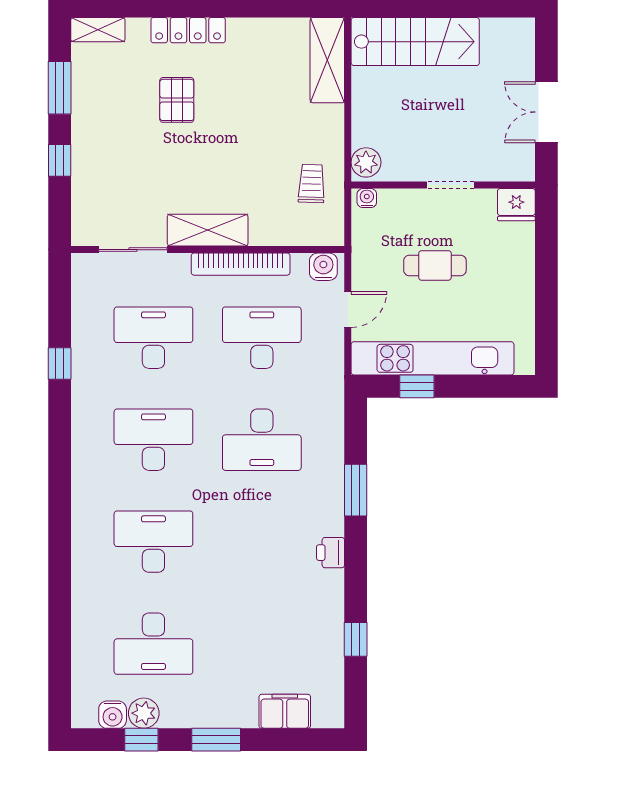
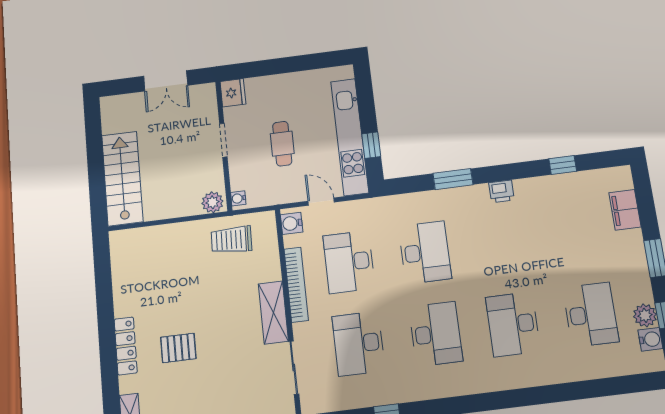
shelving: (327, 60) -> (140, 240), removed
trolley: (312, 183) -> (231, 240), width x1.36, depth x1.39
desk: (153, 440) -> (436, 334), turned 180

